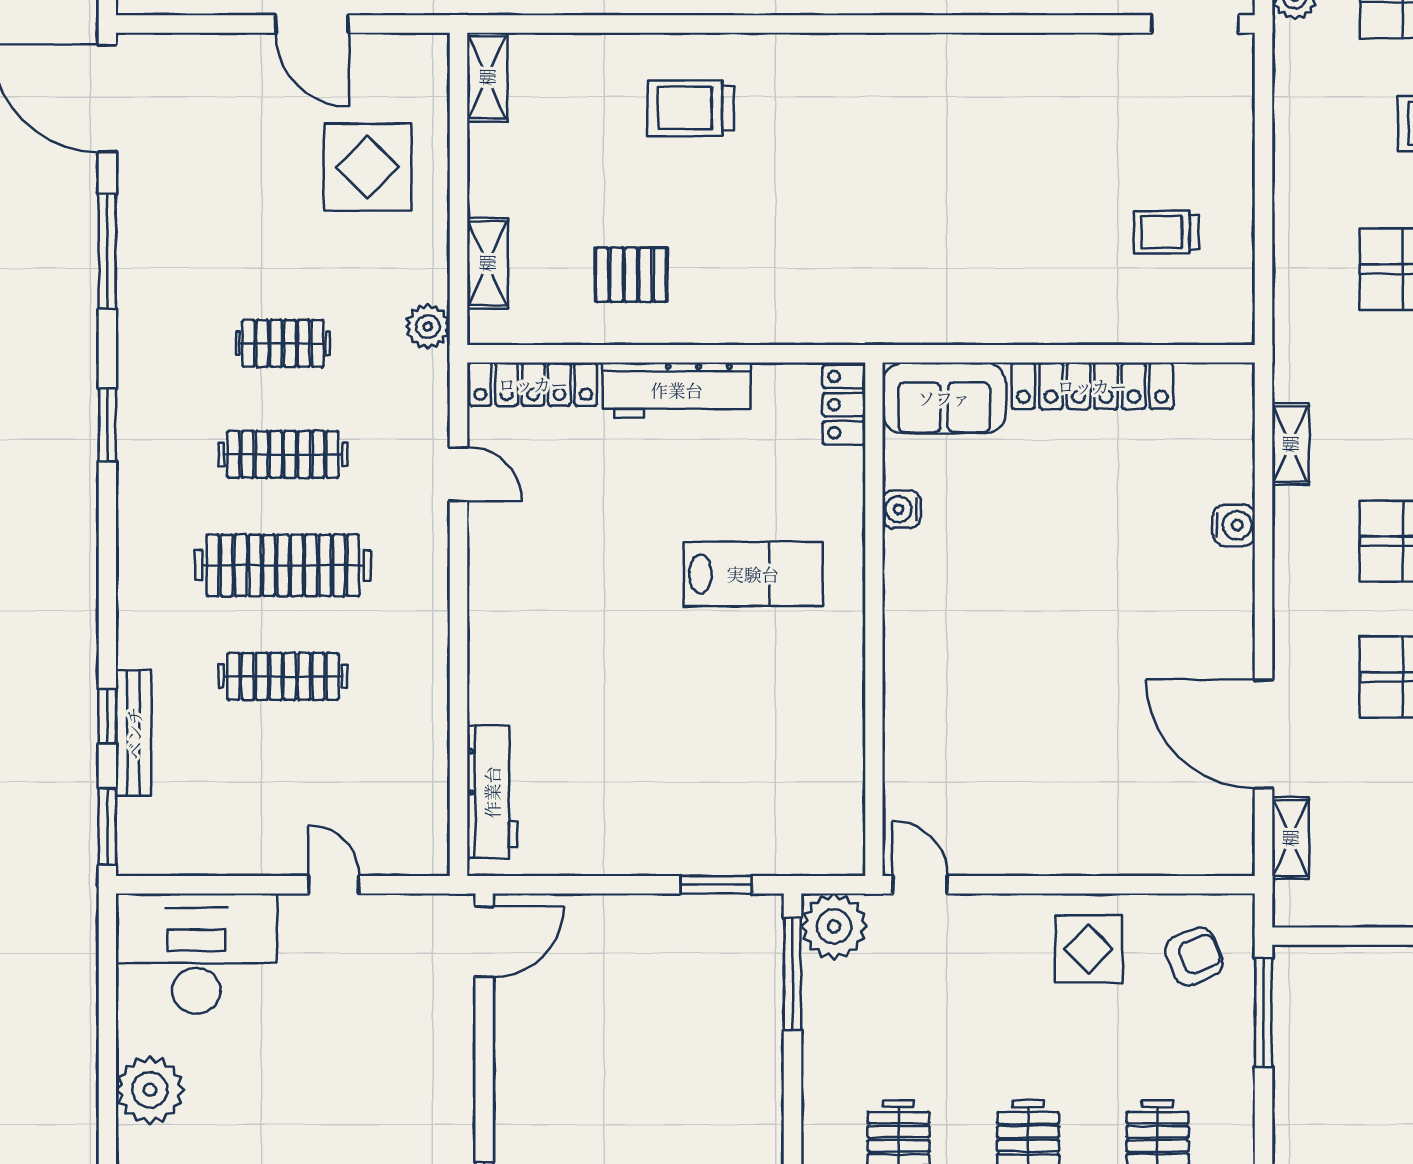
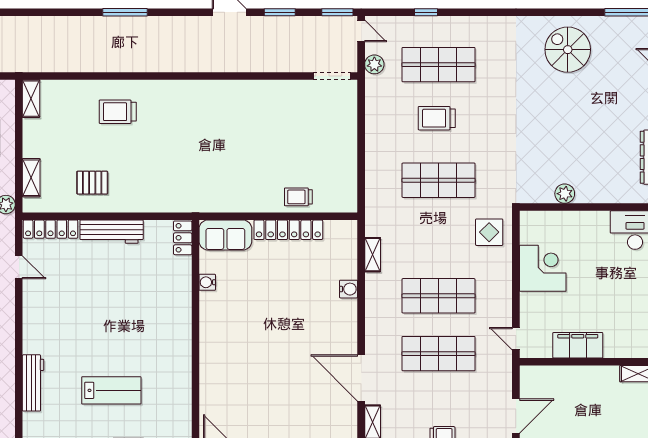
trolley: (1166, 232) -> (298, 197), moved
lab bench: (753, 574) -> (111, 390), moved
workbench: (492, 792) -> (33, 383), moved

